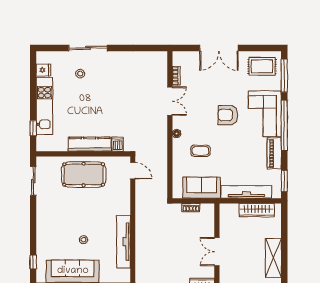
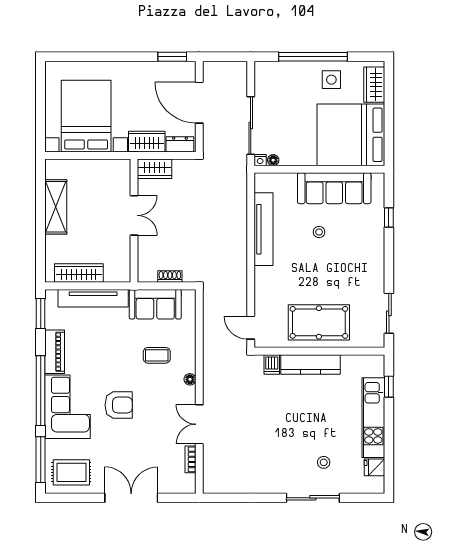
window: (33, 262) -> (389, 218), moved

